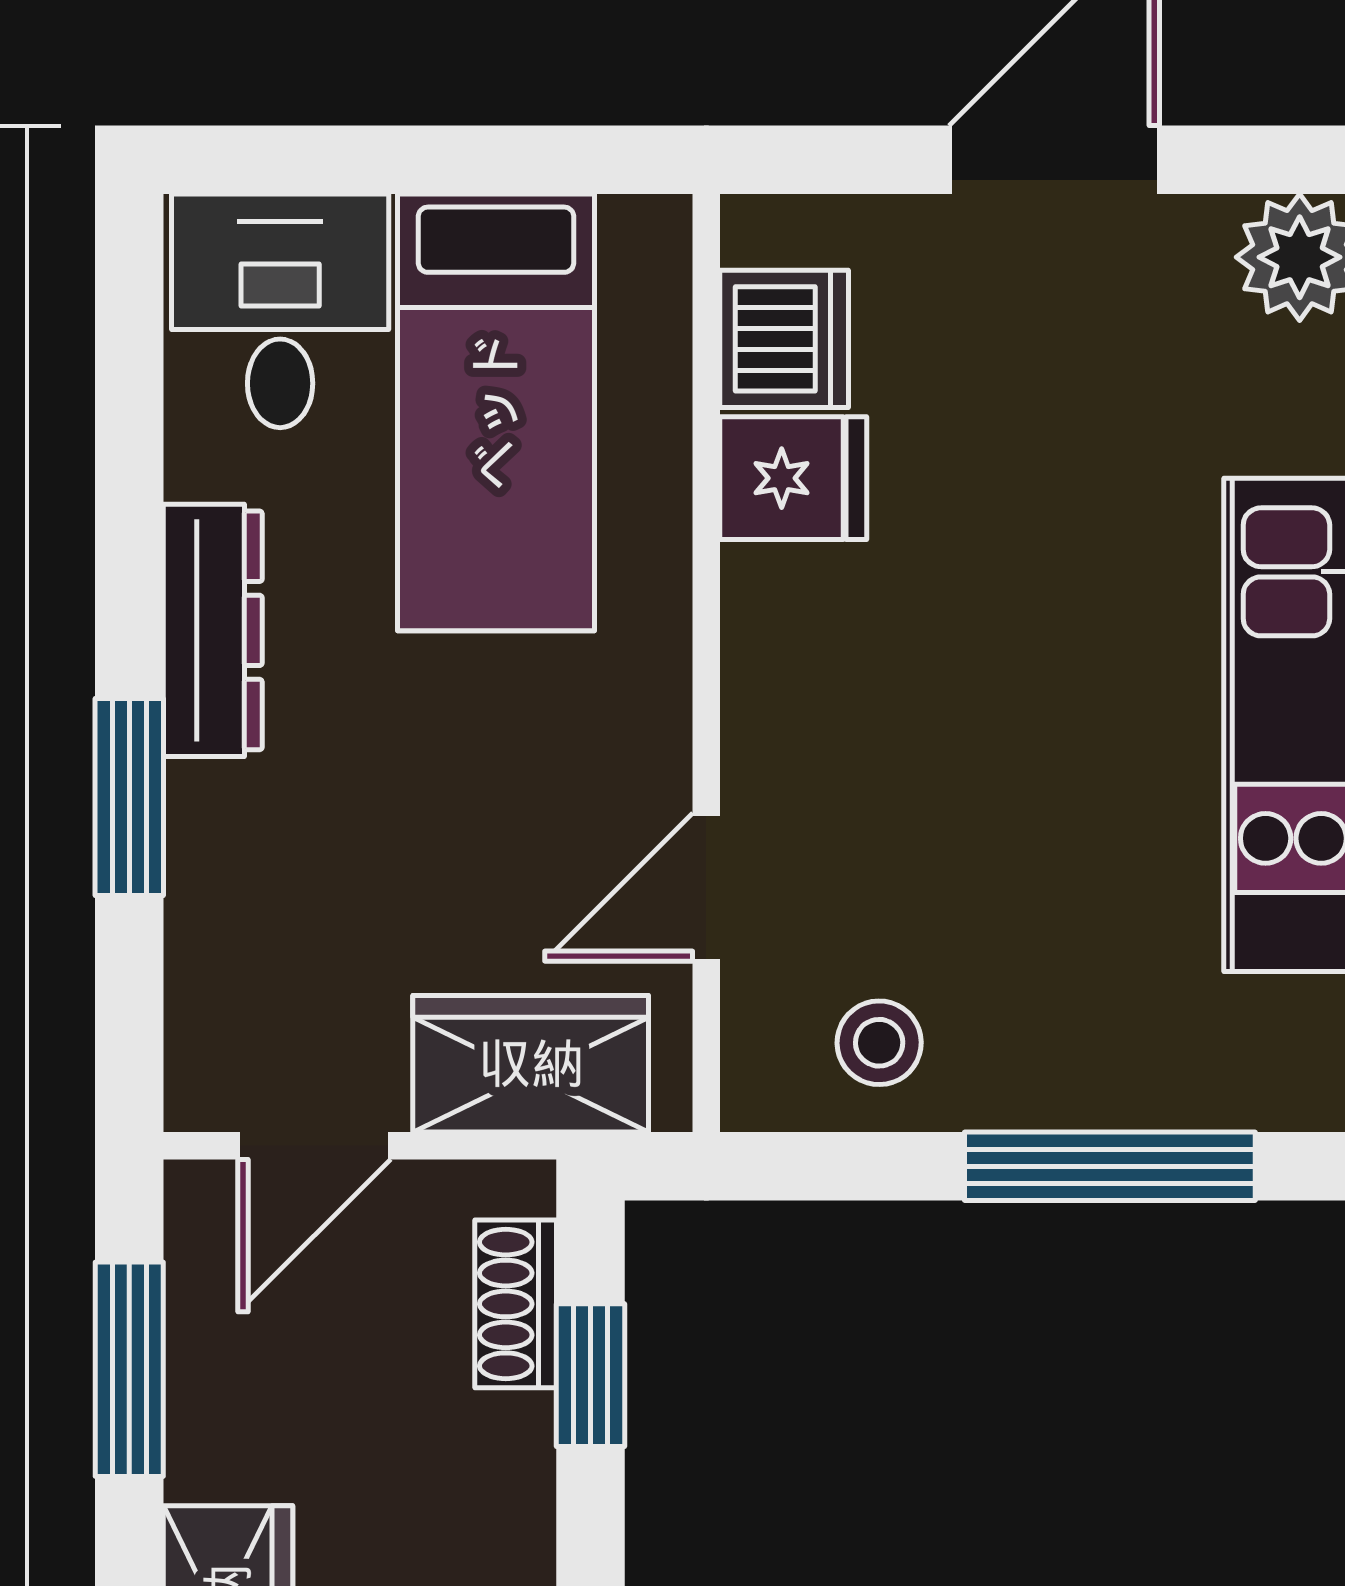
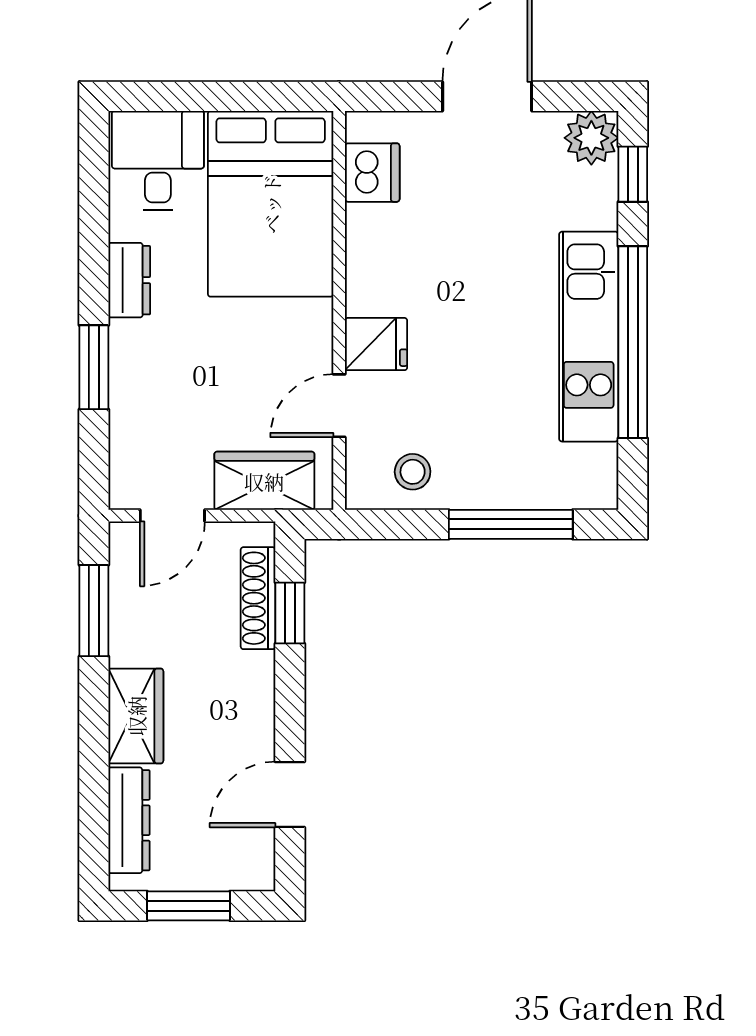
bed: (496, 412) -> (271, 204), width x1.50
fridge: (793, 478) -> (376, 344), moved
dresser: (213, 630) -> (129, 280), width x0.70
shoe rack: (516, 1304) -> (258, 598), width x1.43

